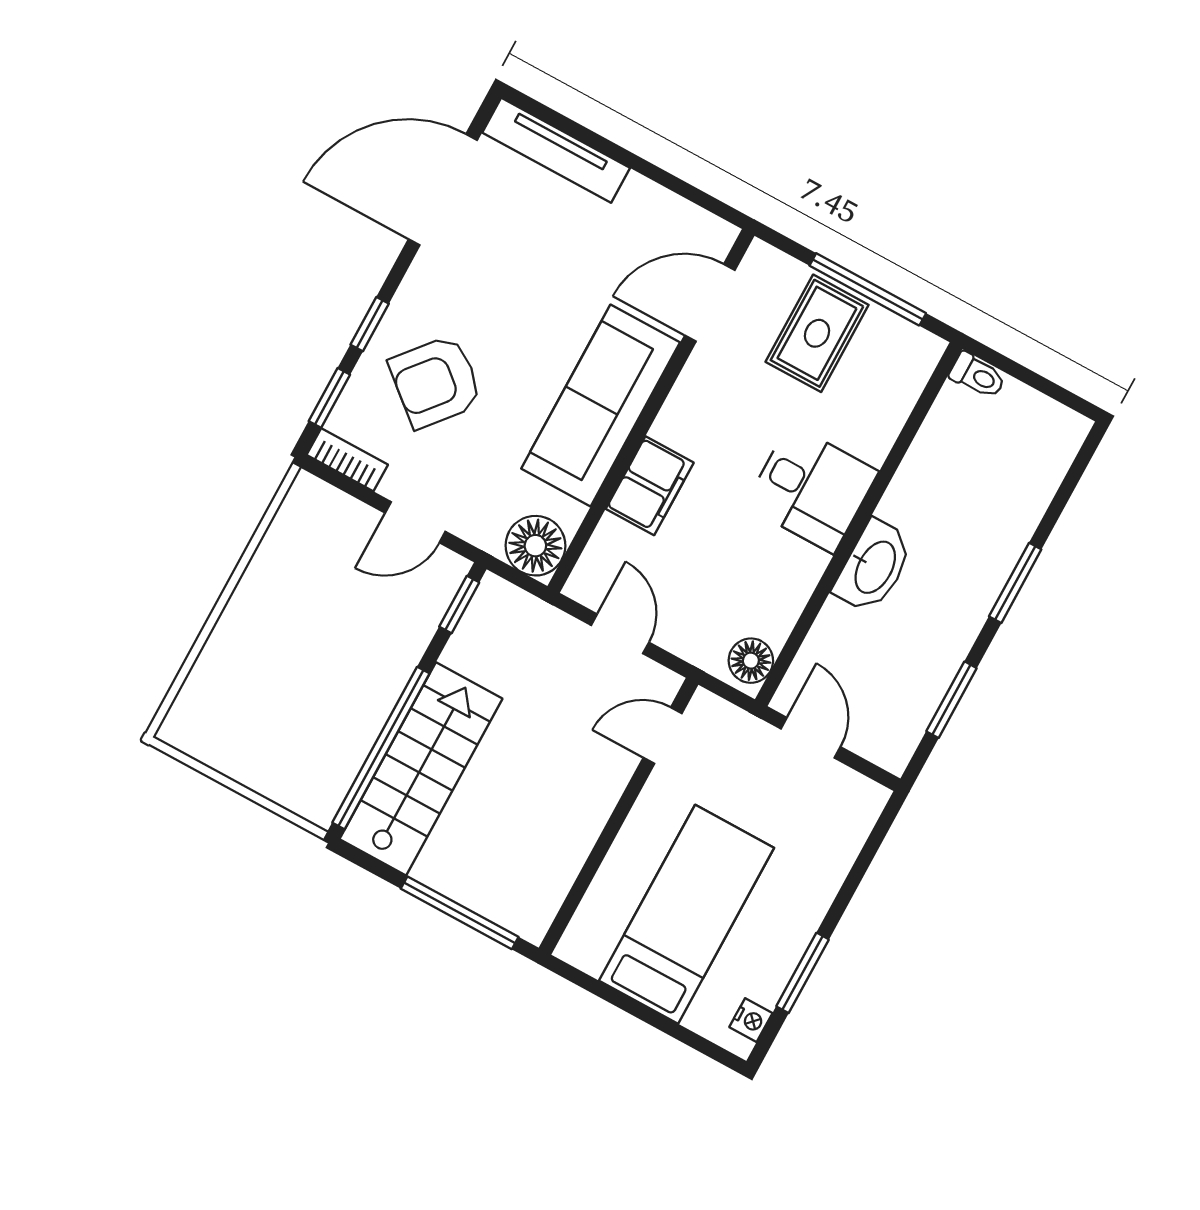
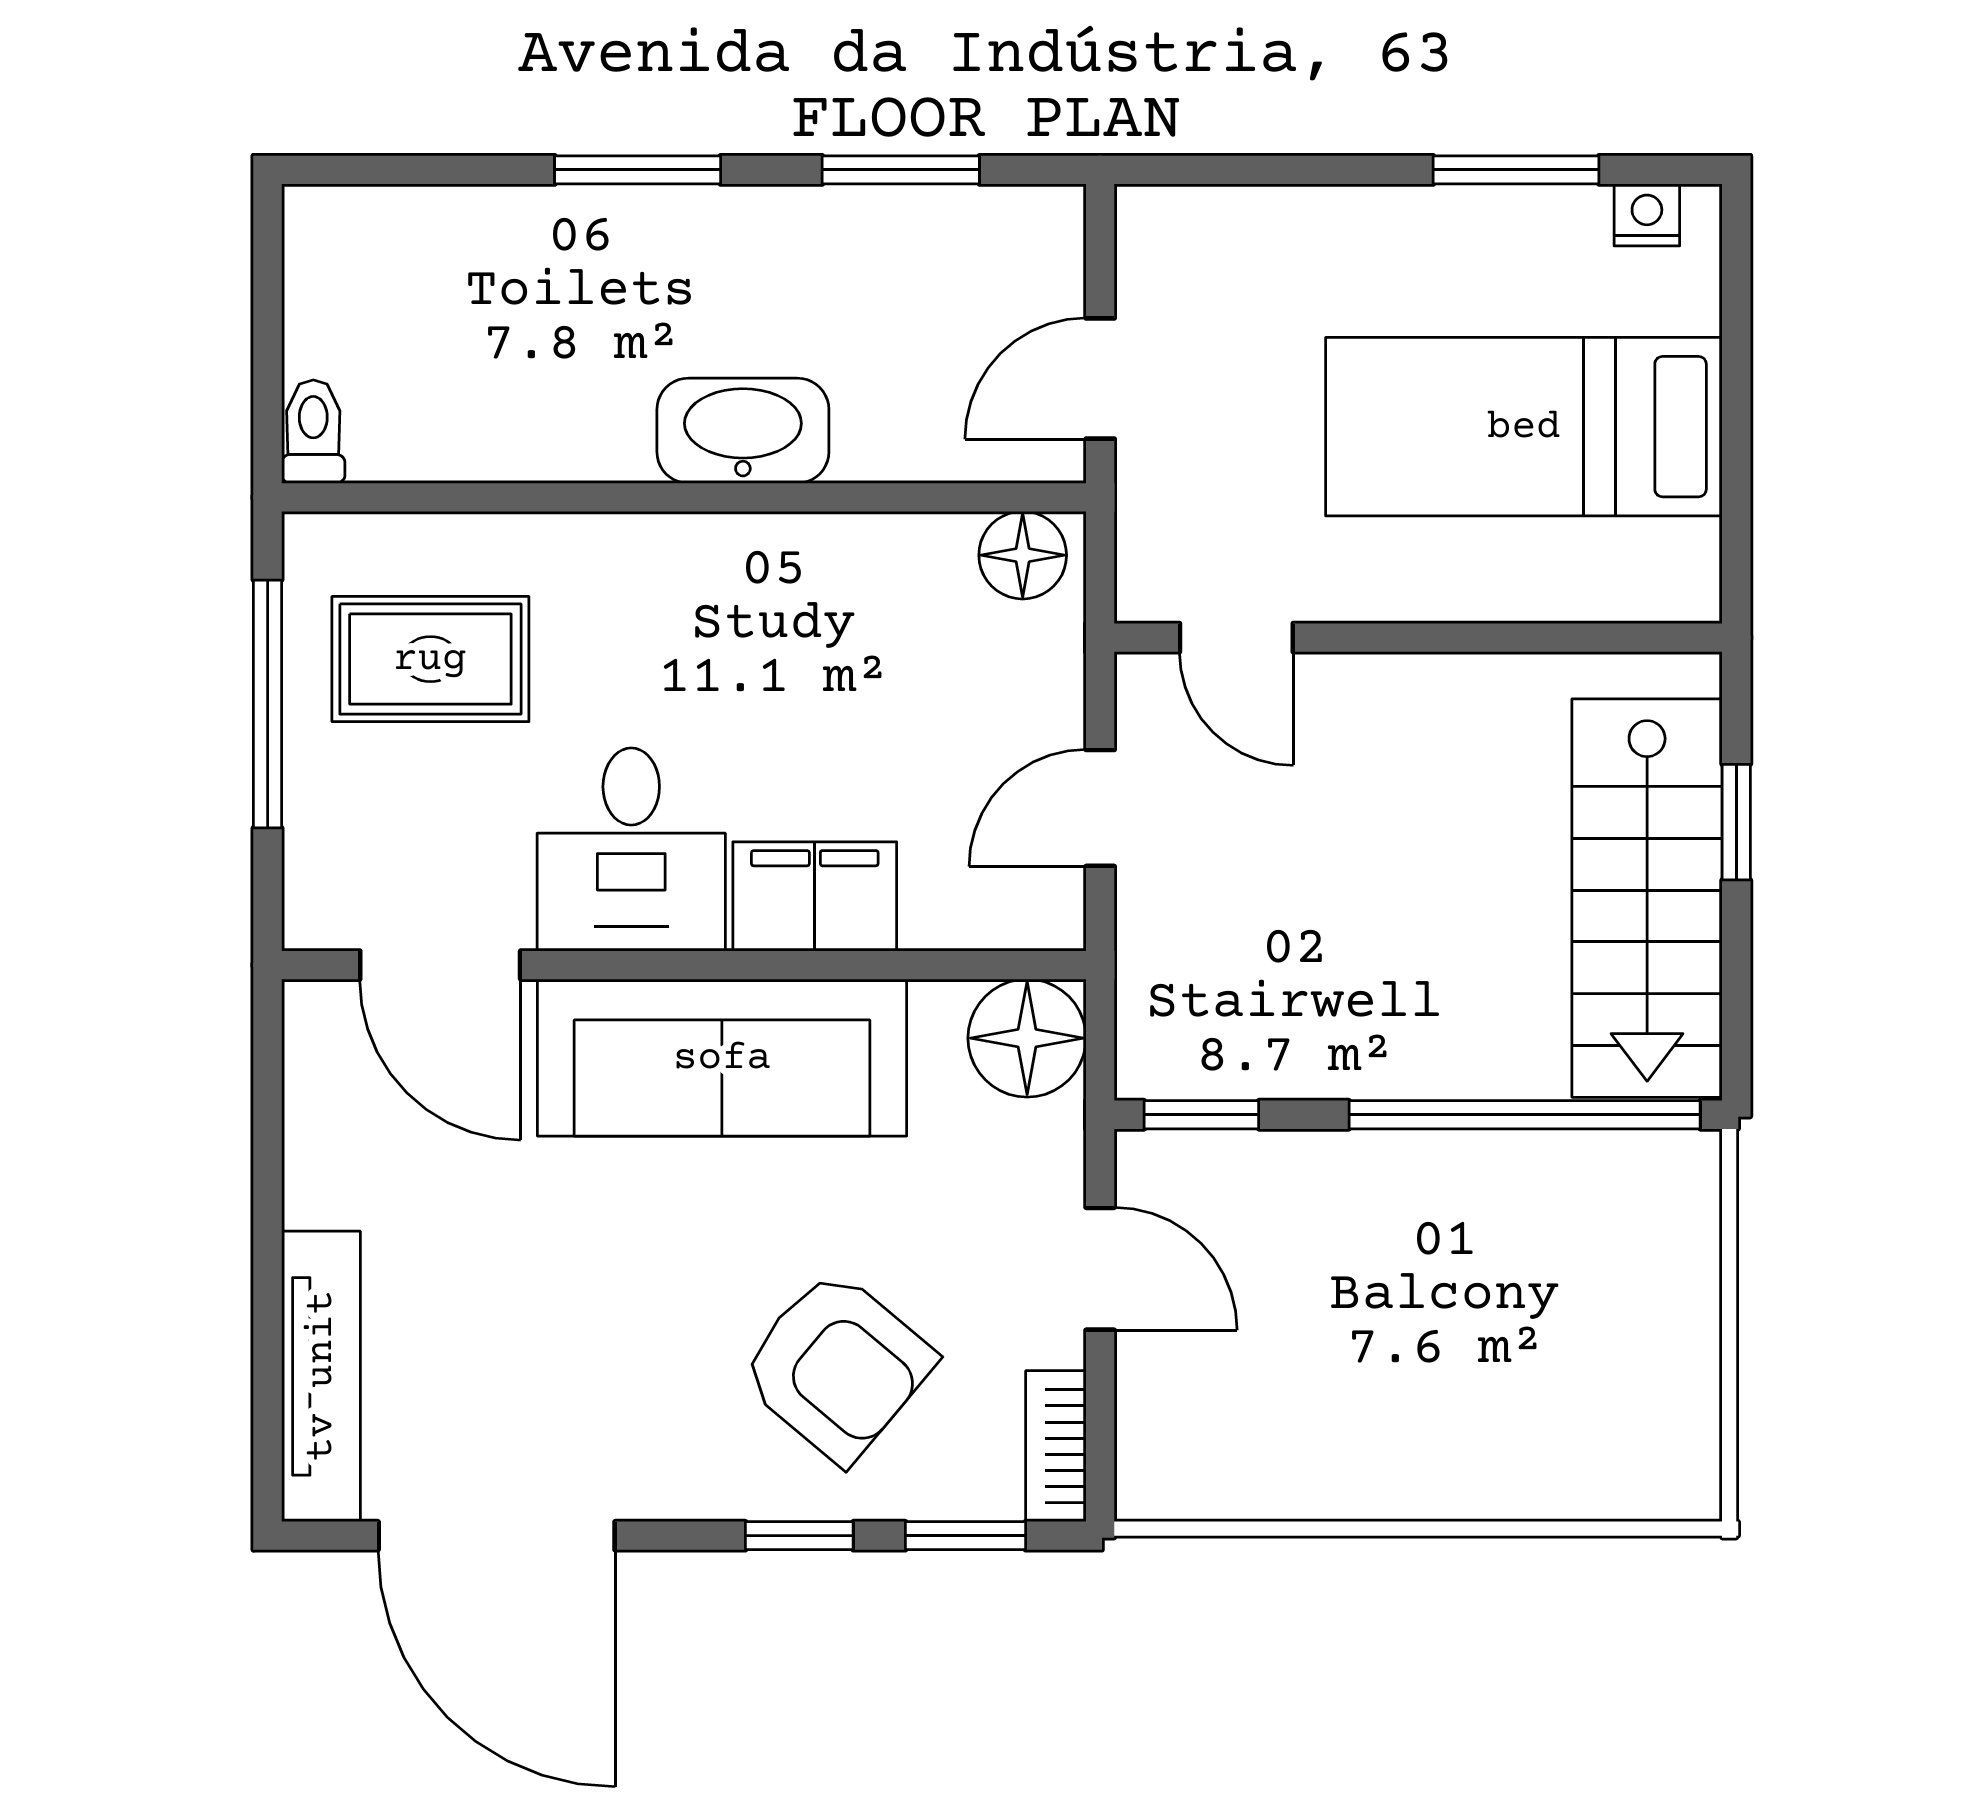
rug: (817, 333) -> (430, 659), moved
desk: (812, 488) -> (631, 849), moved, turned 180
stairs: (421, 769) -> (1647, 898), moved, turned -90
window: (460, 913) -> (1736, 822), width x0.46

